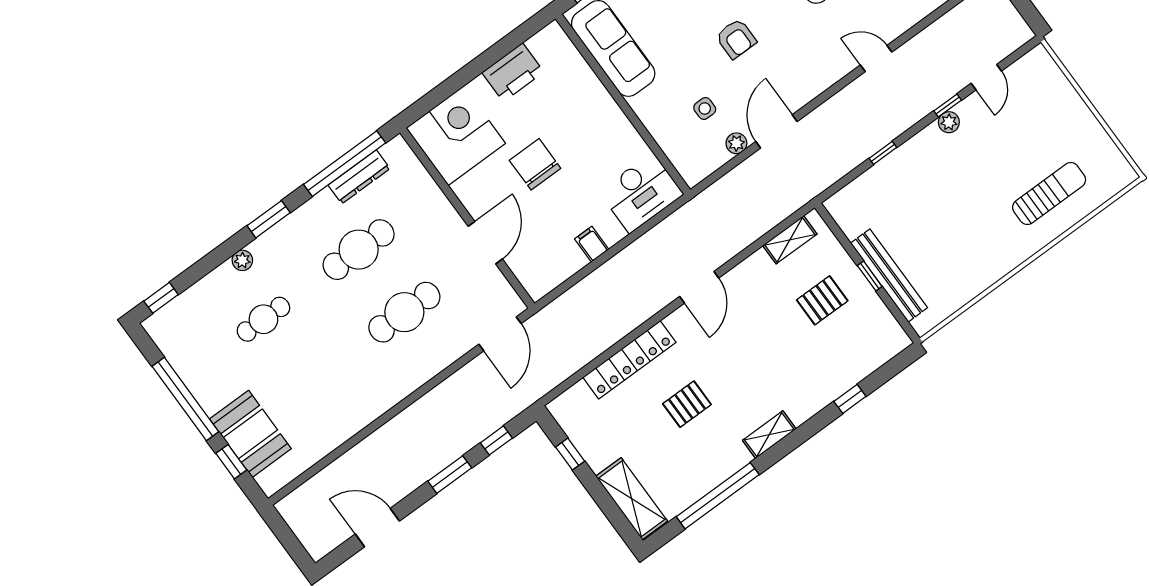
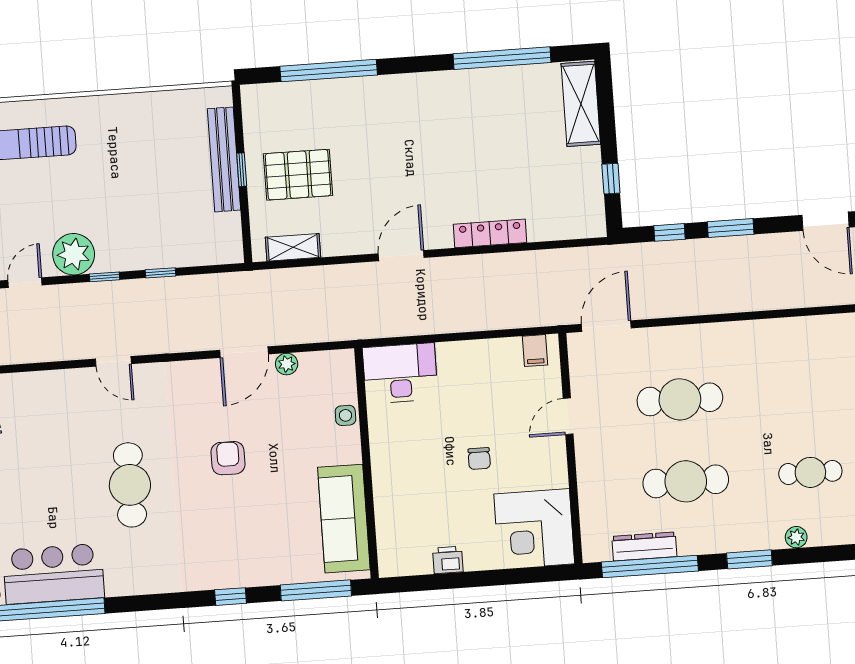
printer: (513, 72) -> (448, 560), width x0.53, depth x0.68
window: (948, 106) -> (104, 277), moved
side table: (705, 108) -> (345, 415), moved
plant: (949, 122) -> (74, 254), width x1.88, depth x1.88
chair: (535, 164) -> (479, 459), width x0.54, depth x0.54
door: (485, 243) -> (568, 416), width x0.73
filing cabinet: (592, 244) -> (535, 351), moved
pallet: (822, 300) -> (298, 175), width x1.50, depth x1.42
locker: (629, 360) -> (490, 233), width x0.71, depth x0.83
window: (850, 399) -> (329, 71), width x3.17
pallet: (687, 404) -> (478, 158), removed
shelving: (769, 435) -> (421, 84), removed

